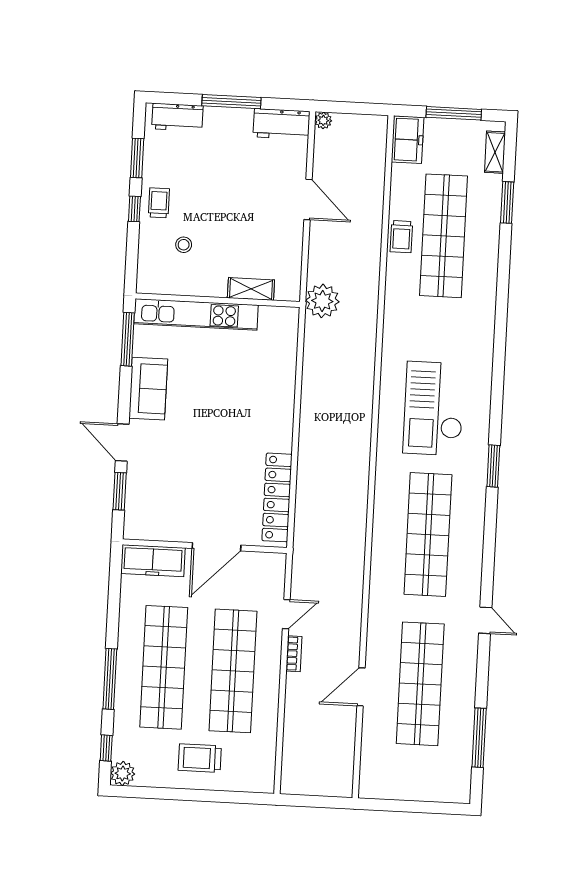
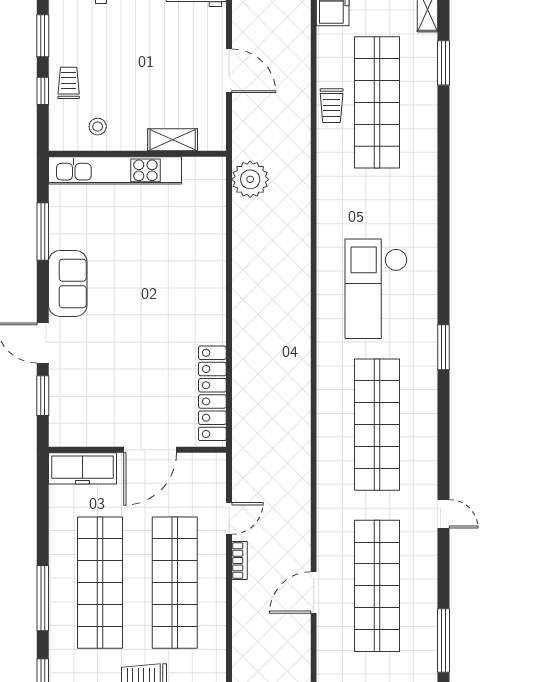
shelving: (251, 289) -> (173, 140), moved
wall: (218, 300) -> (137, 154), moved
kitchen unit: (196, 314) -> (115, 170), moved

